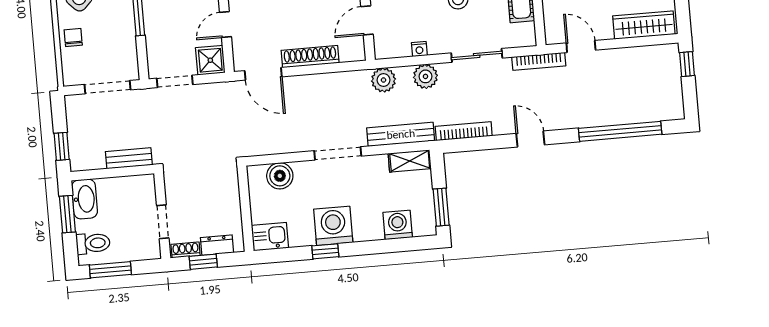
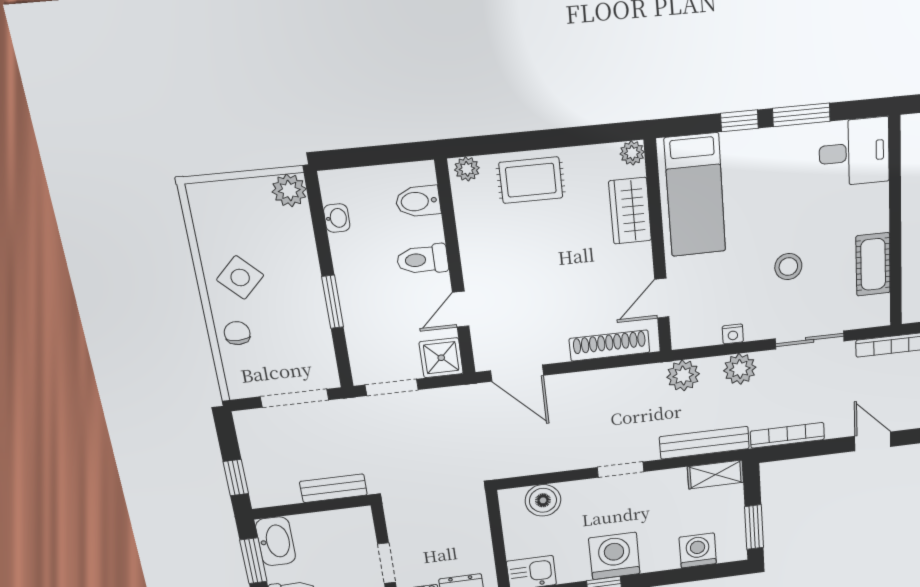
shoe rack: (310, 57) -> (610, 345), moved
doorway: (338, 153) -> (621, 470), width x0.73

